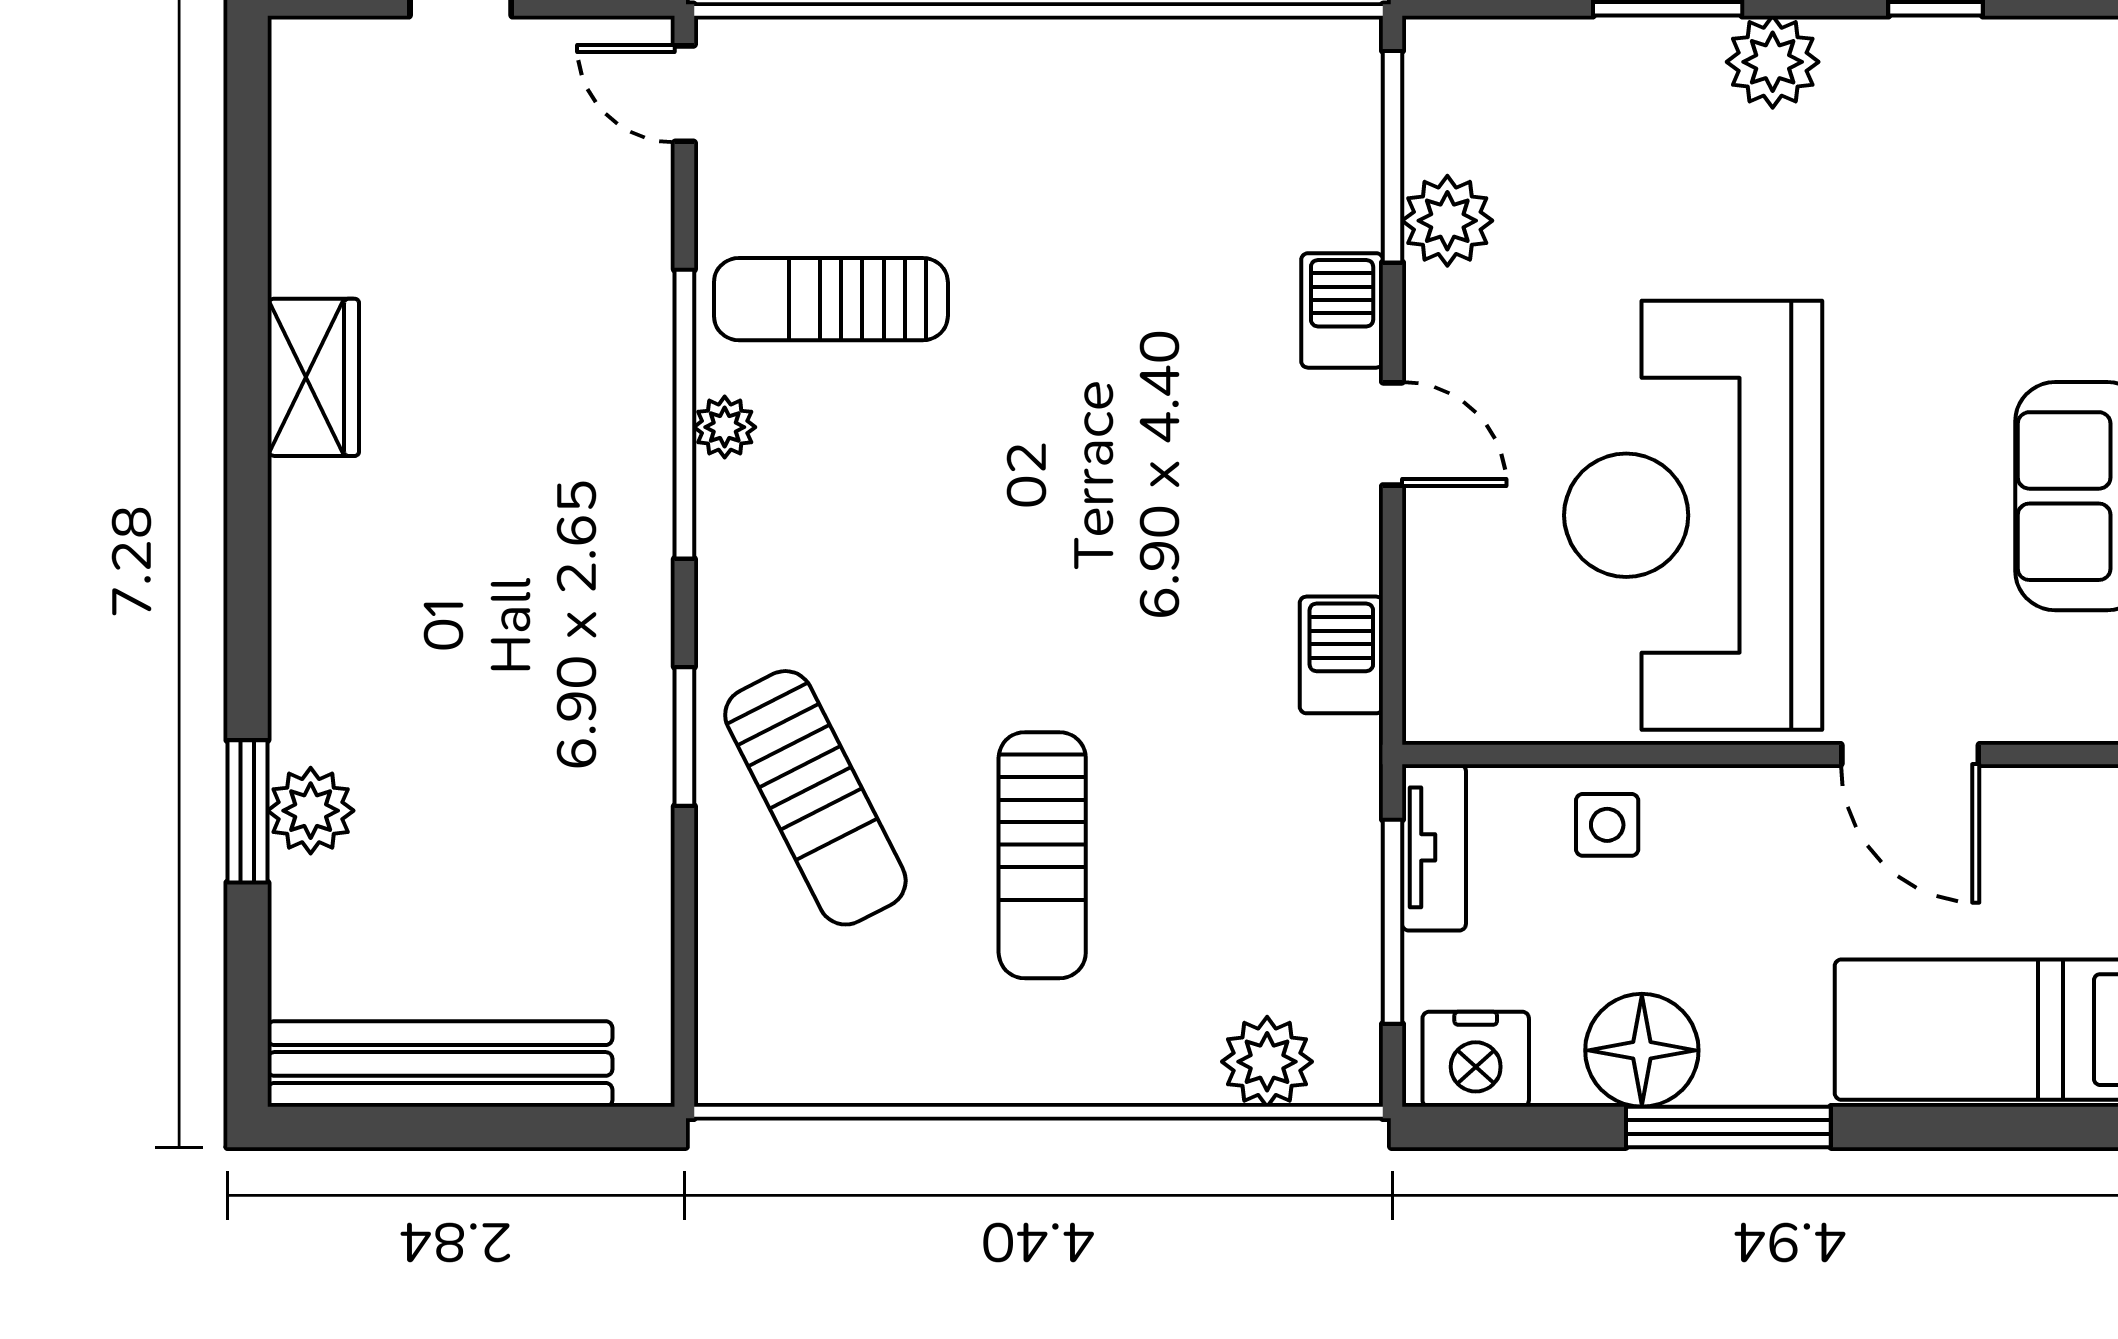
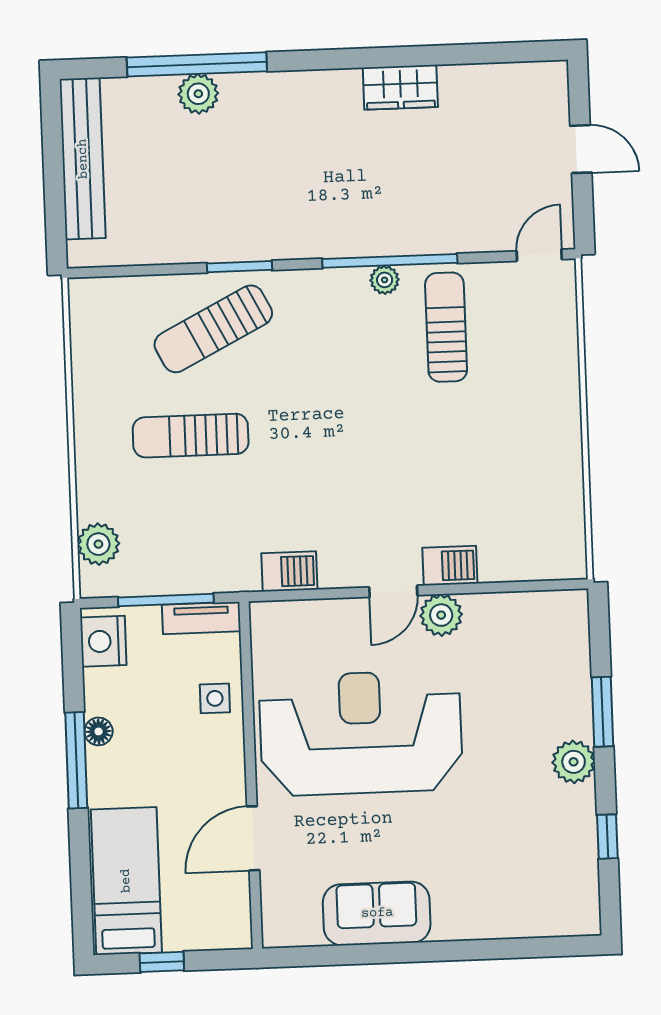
window: (1392, 157) -> (523, 586), removed
plant: (1447, 221) -> (441, 615), moved
window: (247, 811) -> (197, 64), width x2.11
floor lamp: (1642, 1050) -> (99, 731), width x0.53, depth x0.53

